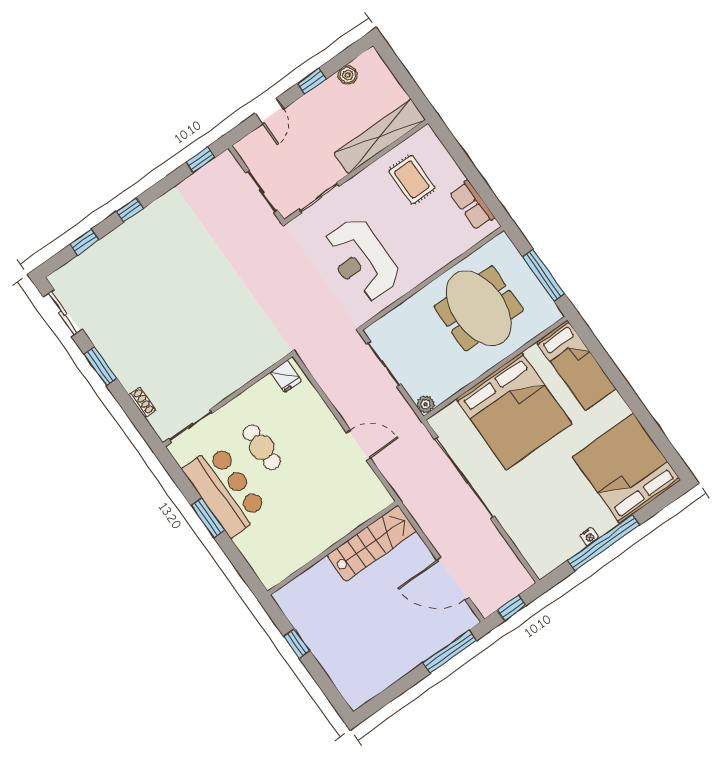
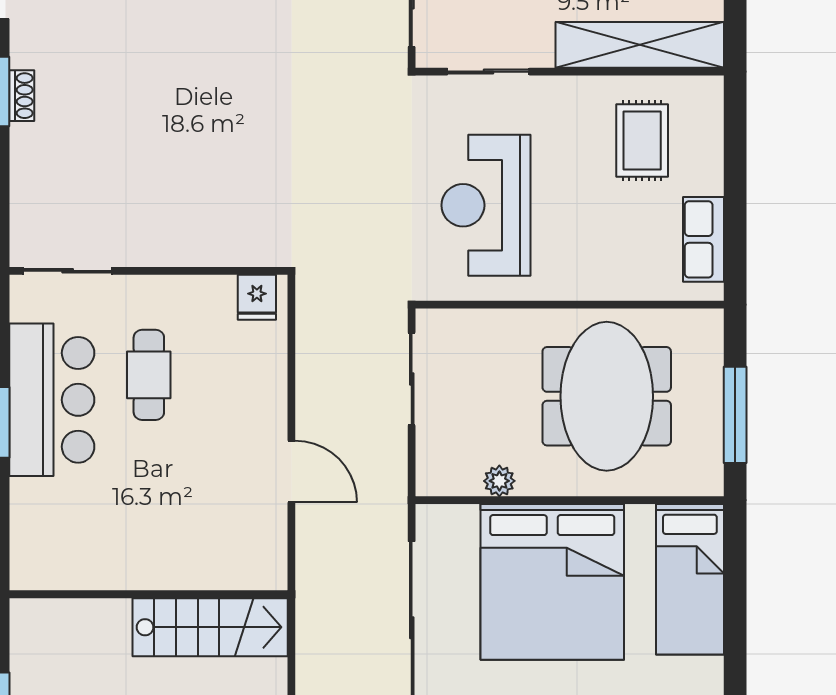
shoe rack: (142, 402) -> (22, 96), moved
plant: (426, 404) -> (499, 481), moved

